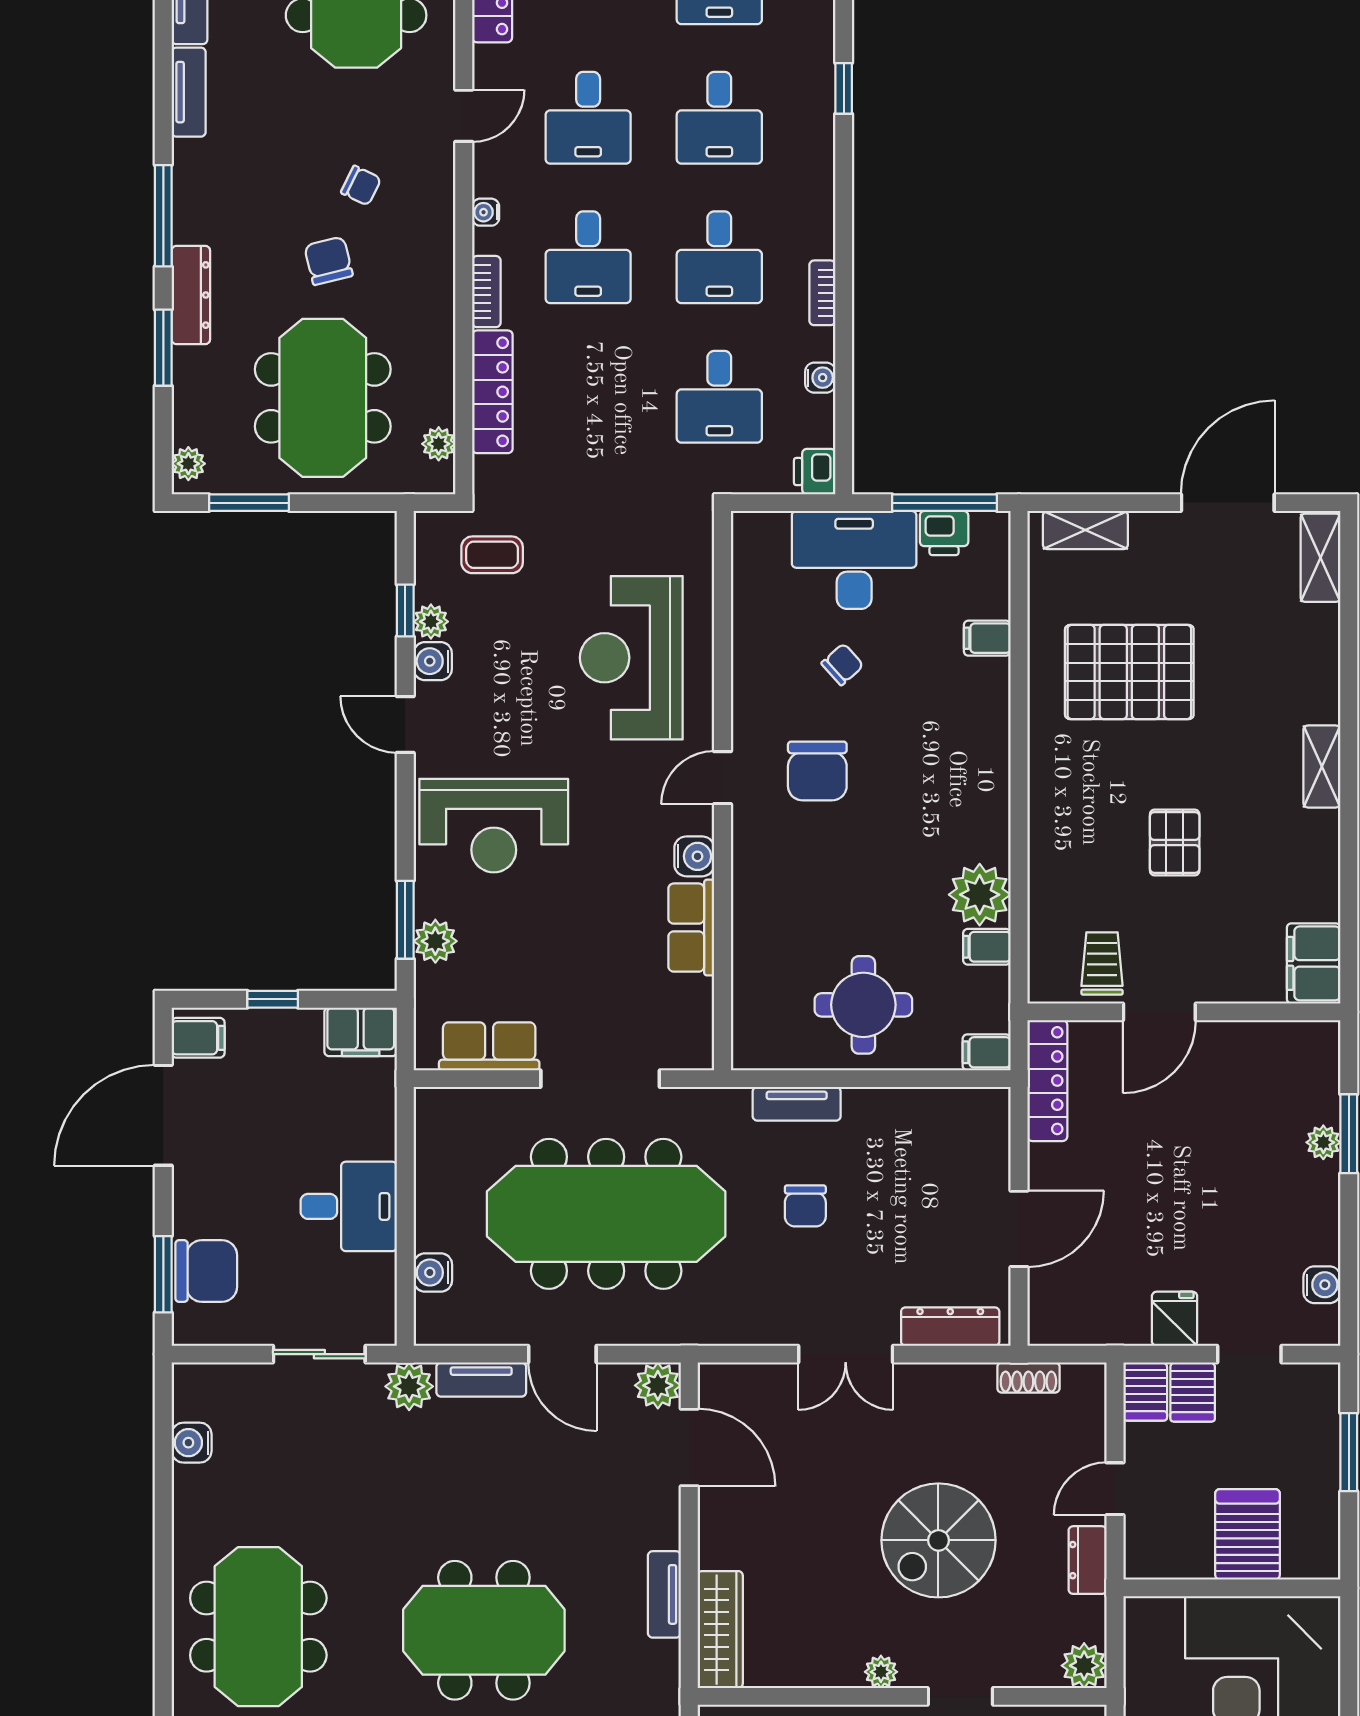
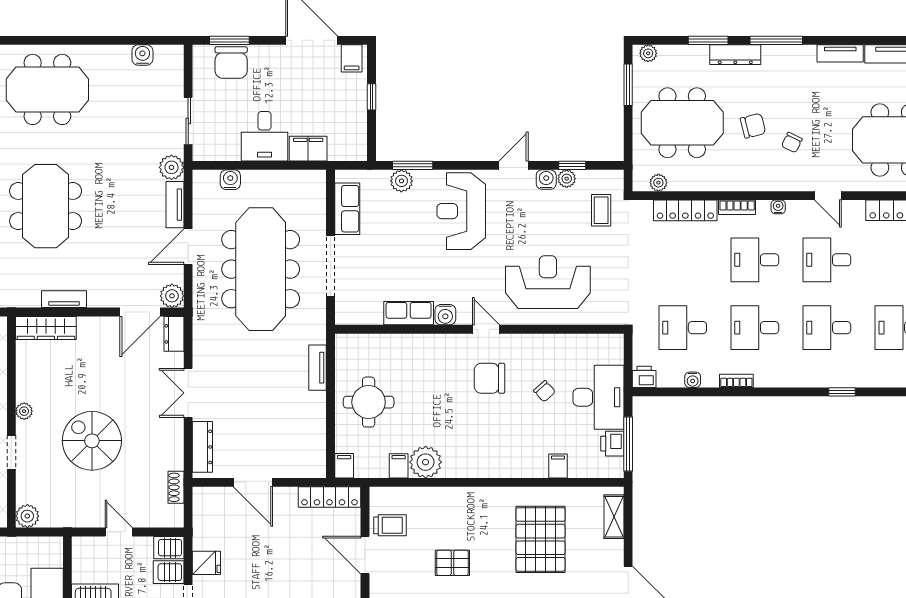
filing cabinet: (361, 1032) -> (308, 149), moved, turned 90
chair: (805, 1206) -> (265, 372), removed
dresser: (1088, 1560) -> (174, 334), moved, turned -90

